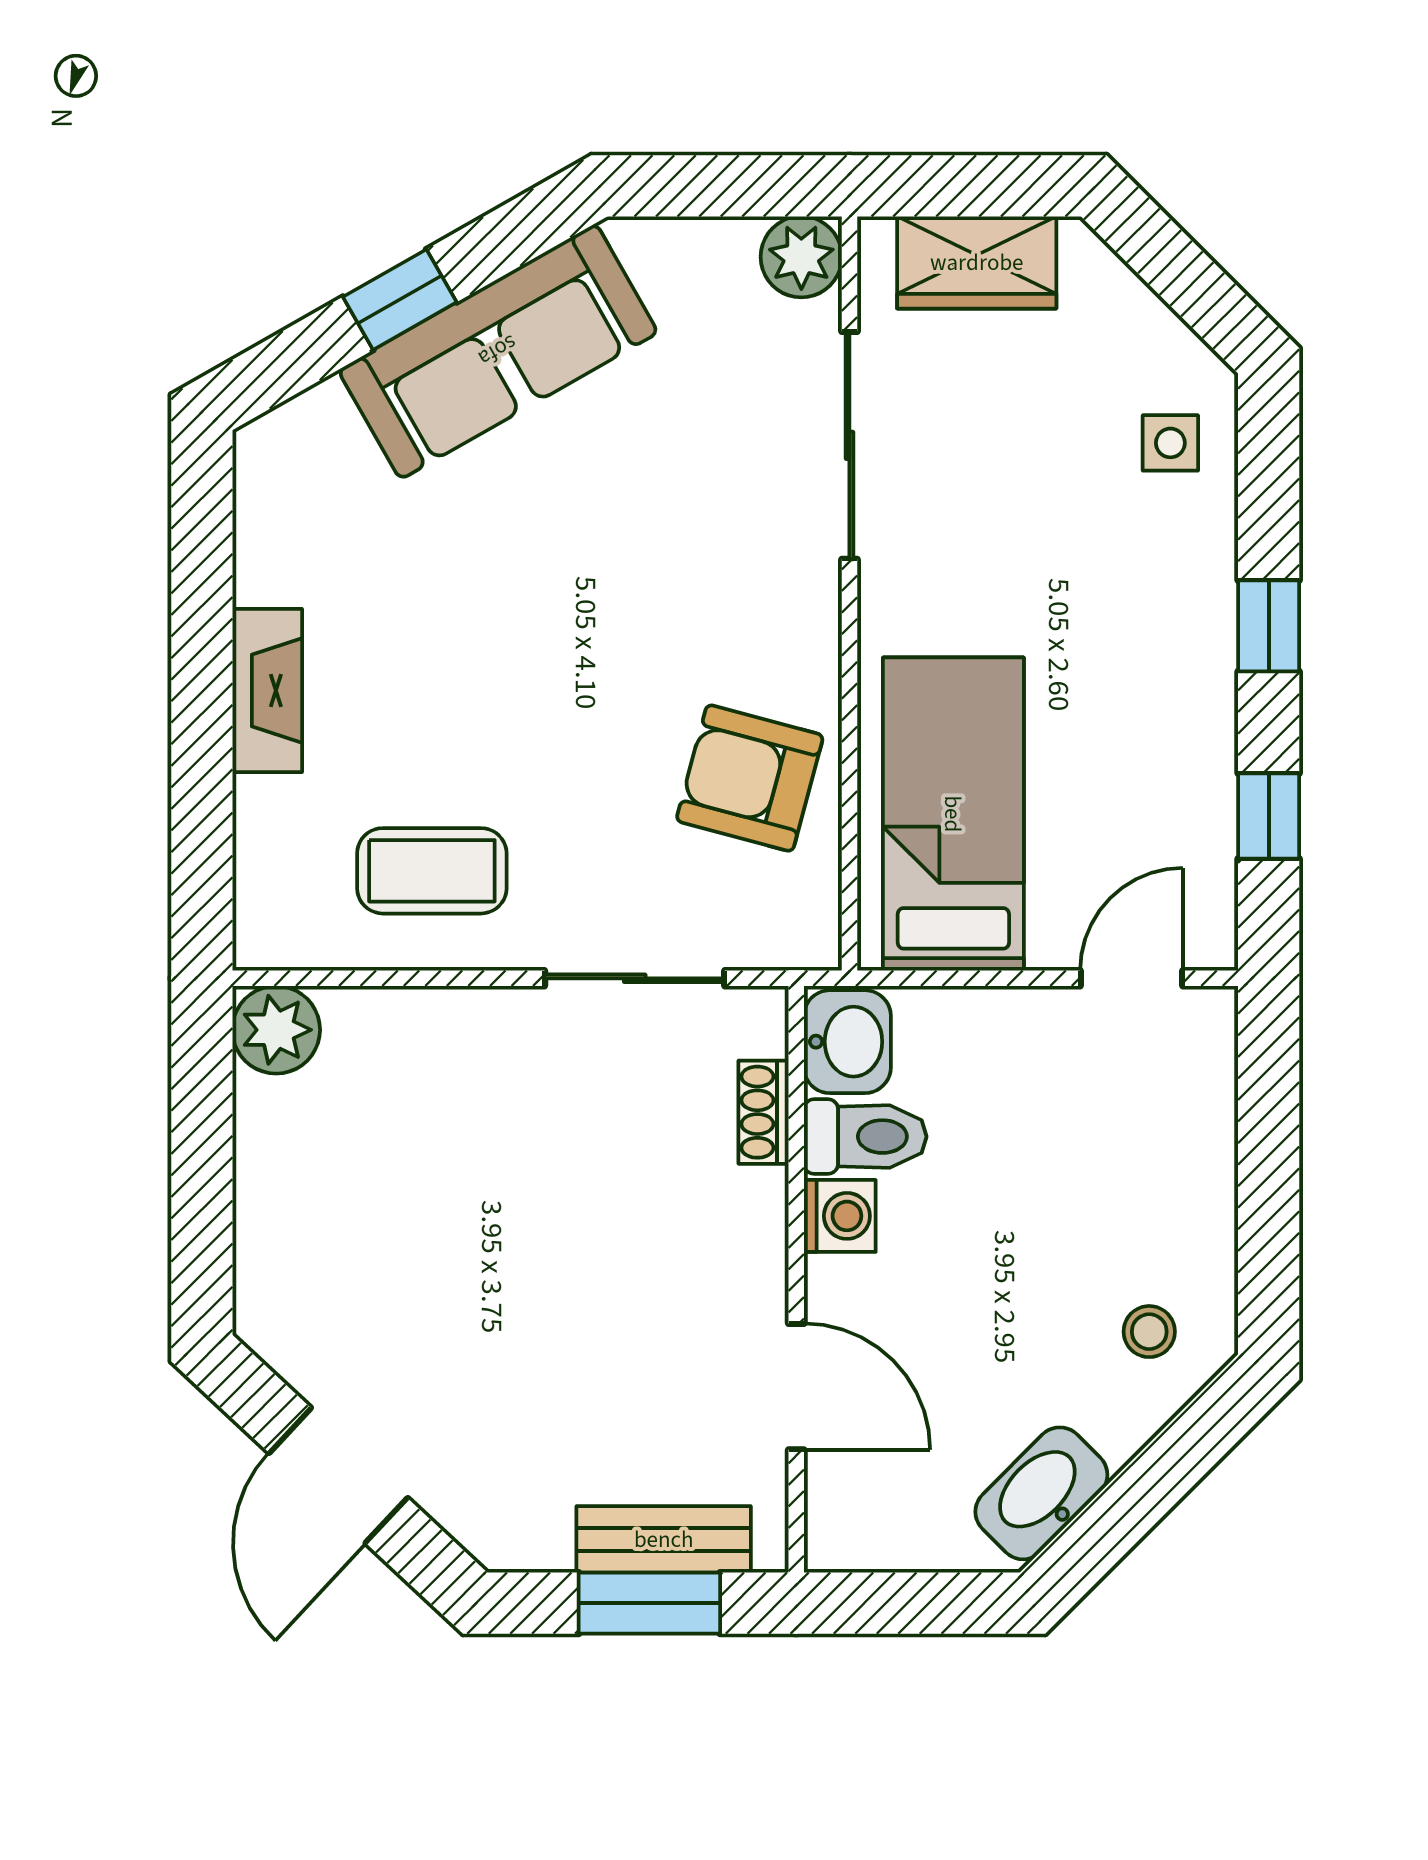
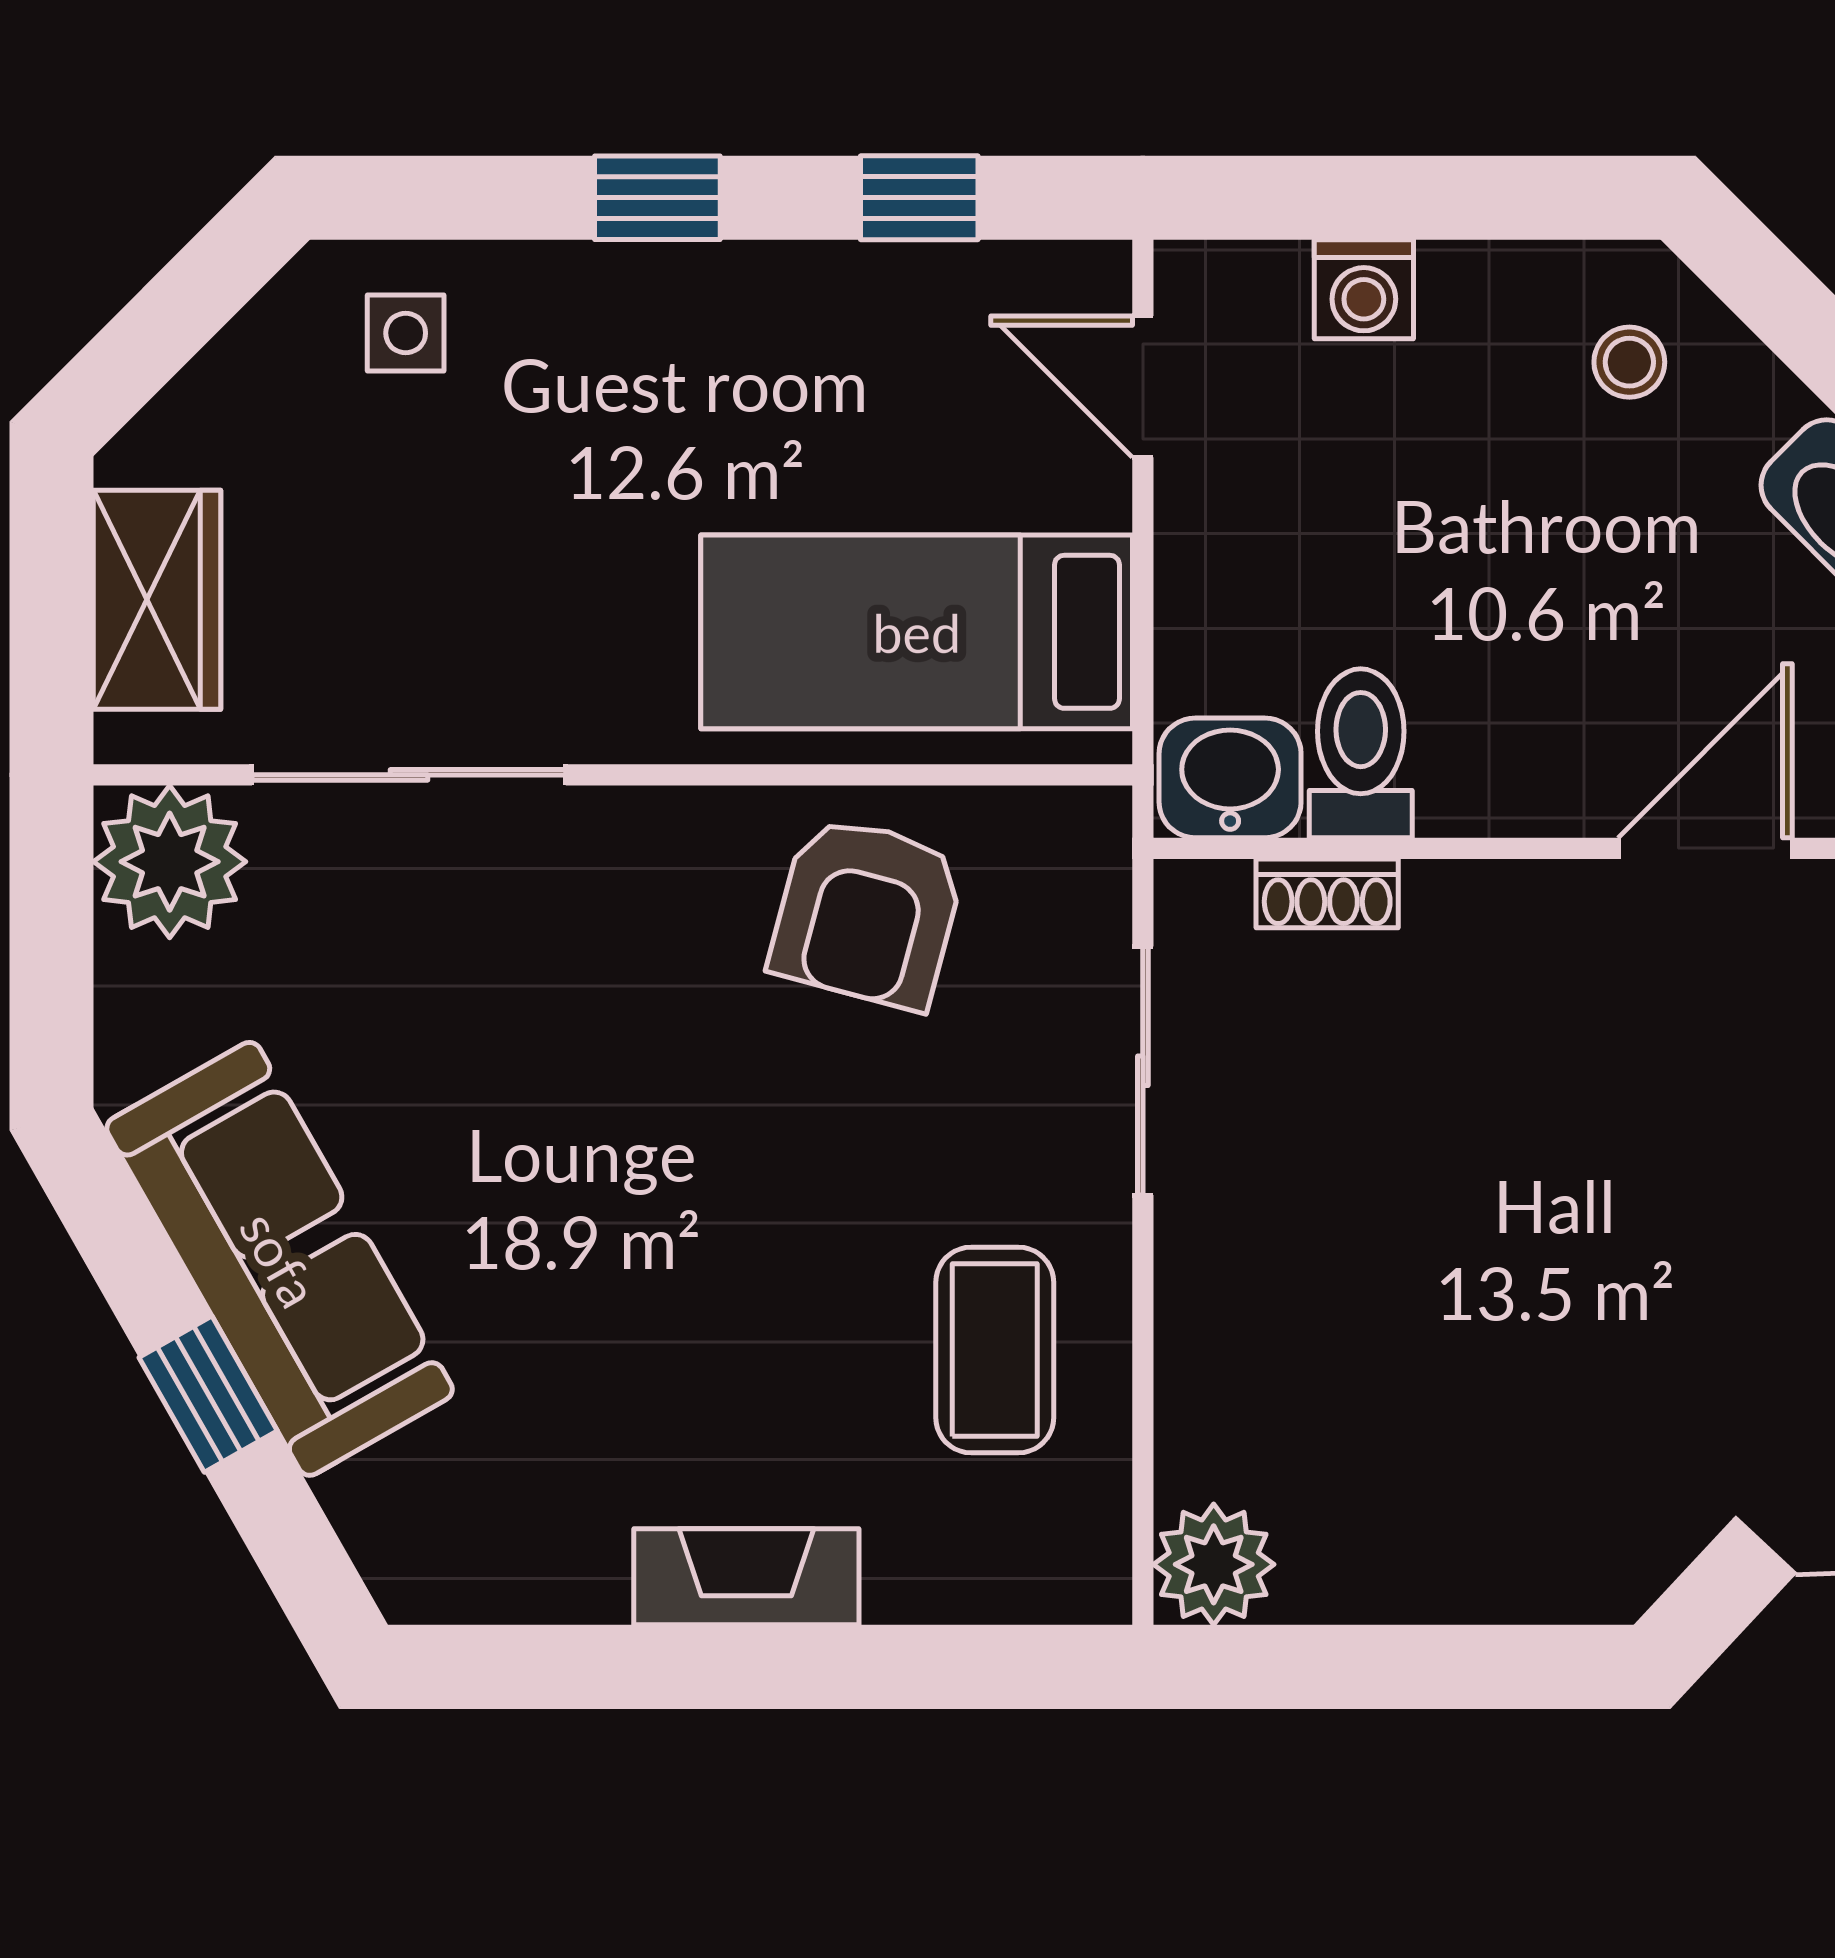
plant: (801, 257) -> (170, 862), width x1.36, depth x1.36
washing machine: (840, 1216) -> (1364, 289), moved, turned 180

